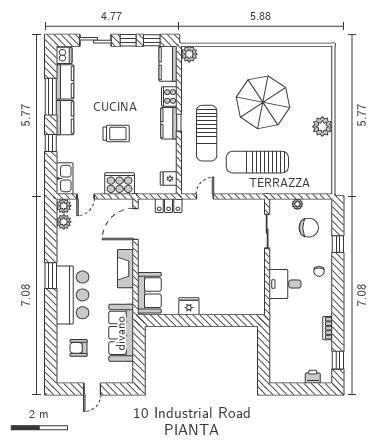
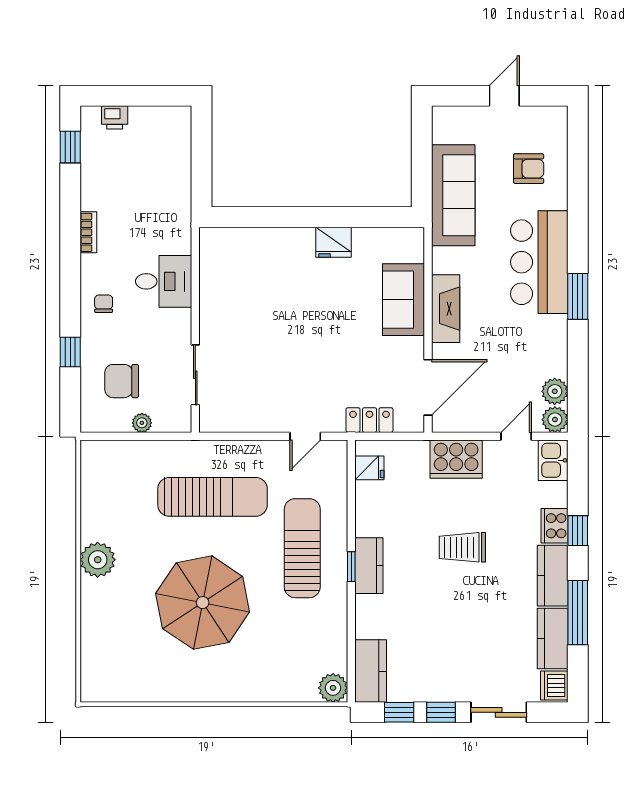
cooker: (169, 96) -> (555, 526), moved, turned 180
kitchen sink: (65, 178) -> (553, 460), width x0.73
sofa: (149, 293) -> (403, 300), moved
bookcase: (328, 328) -> (88, 232), moved

